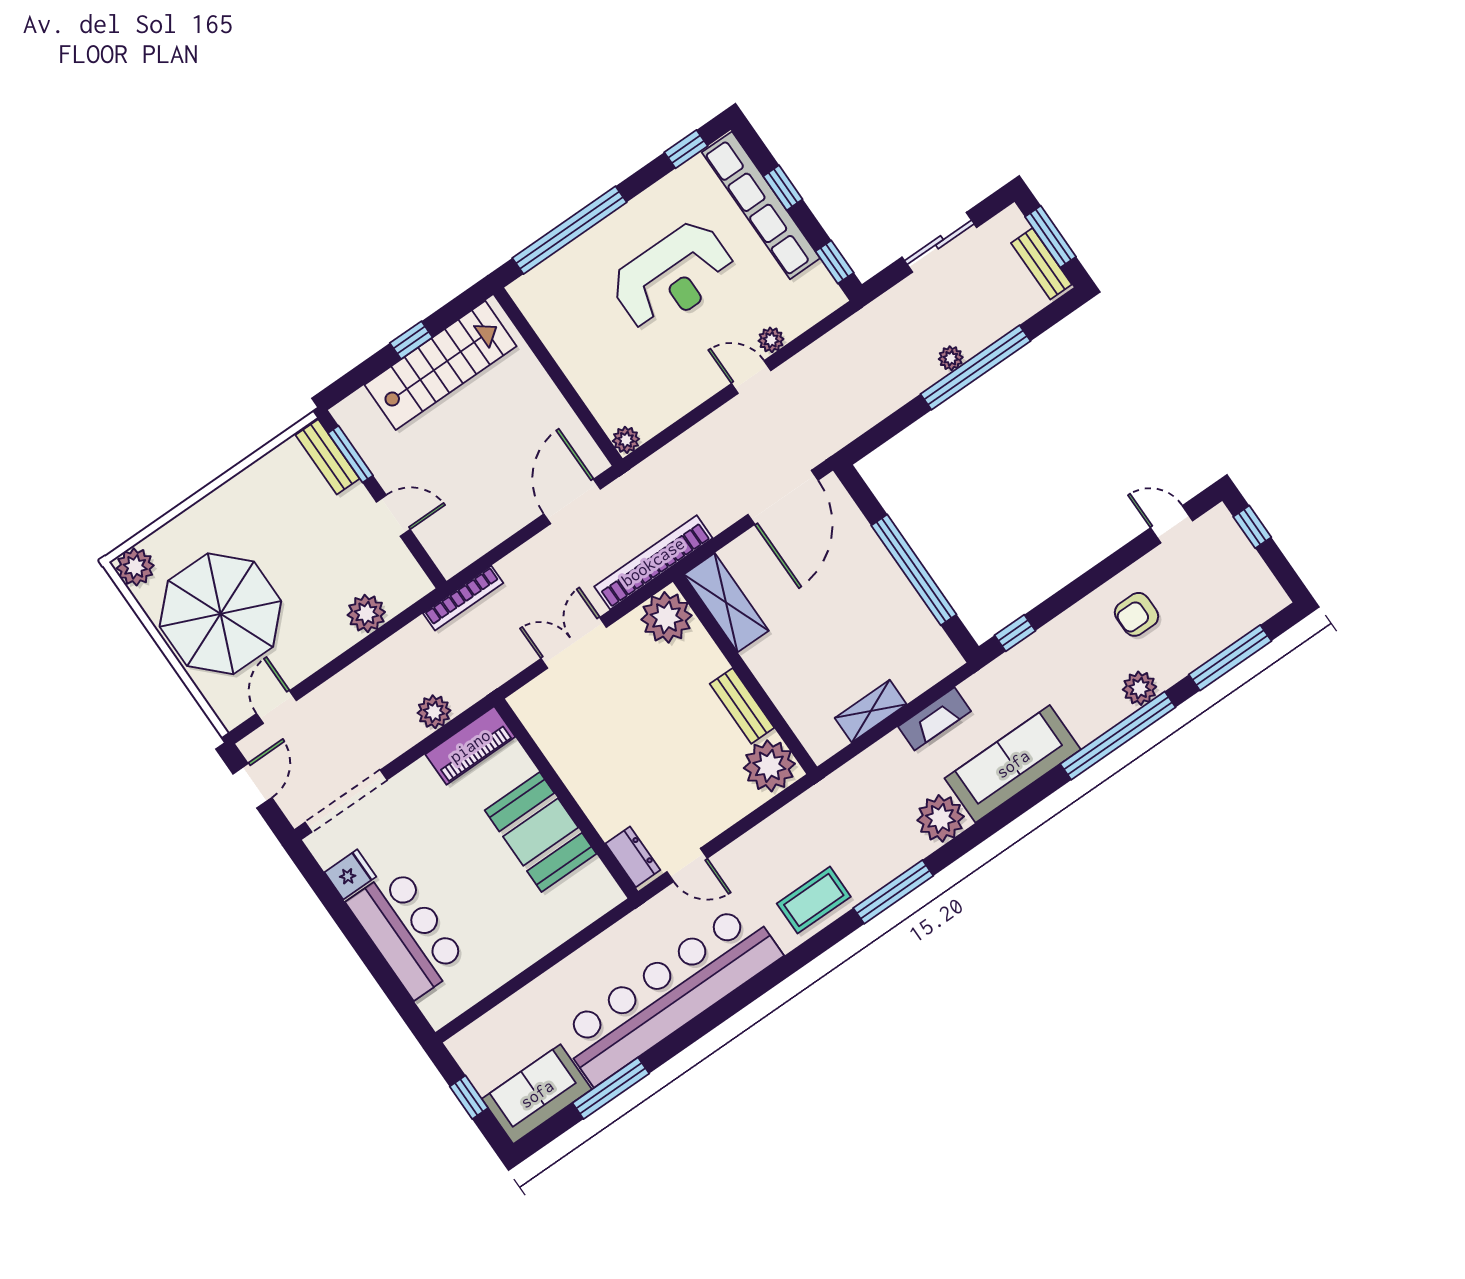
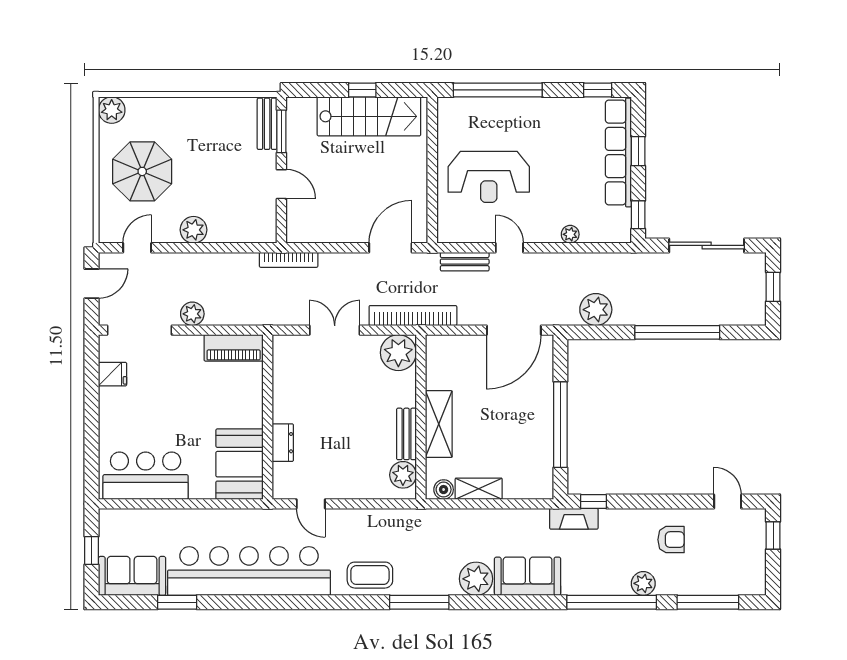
window: (1050, 237) -> (773, 287), width x0.67
sliding door: (939, 242) -> (707, 245), width x1.37
bench: (1041, 264) -> (465, 262), moved, turned 90
reception desk: (673, 276) -> (489, 177), moved
plant: (951, 358) -> (596, 310), moved, width x1.88, depth x1.88
door: (751, 377) -> (509, 248), moved
plant: (626, 440) -> (446, 234), removed
shelving: (726, 603) -> (439, 424), moved
plant: (366, 613) -> (194, 230), moved
parasol: (220, 614) -> (142, 171), width x0.73, depth x0.73
armchair: (1137, 614) -> (671, 540), turned 180
plant: (434, 712) -> (192, 314), moved
fireplace: (934, 719) -> (574, 519), moved
boiler: (830, 741) -> (444, 490), added
sofa: (1013, 764) -> (528, 576), width x0.73
plant: (769, 766) -> (403, 475), width x0.73, depth x0.73
booth: (541, 832) -> (239, 464), moved
dresser: (633, 857) -> (283, 443), moved
bar counter: (407, 932) -> (146, 476), moved, turned -90
window: (611, 1088) -> (177, 602), width x0.69

